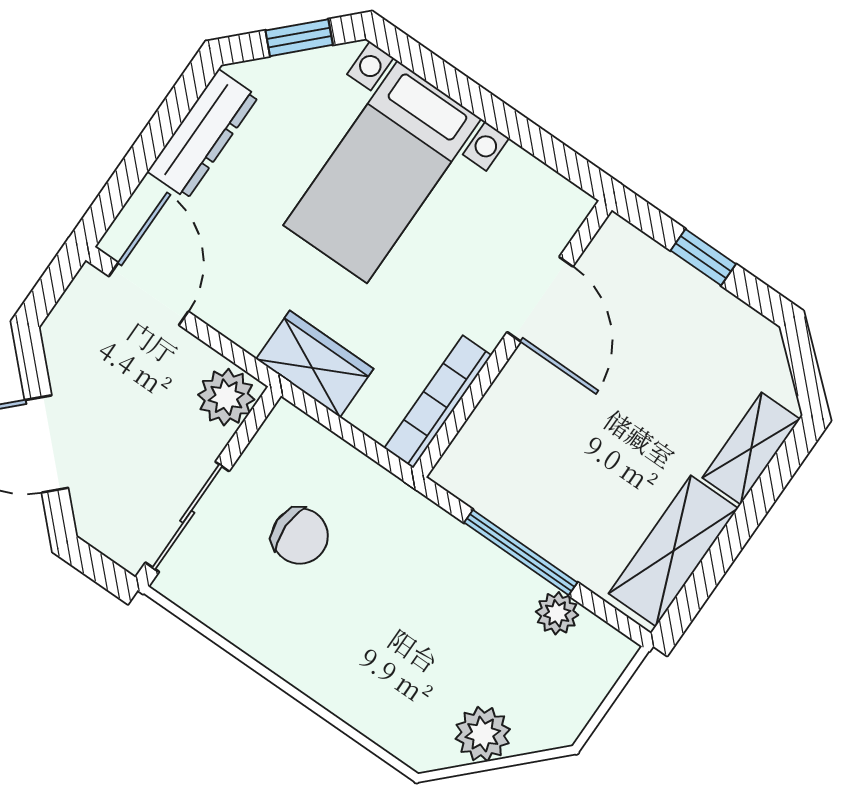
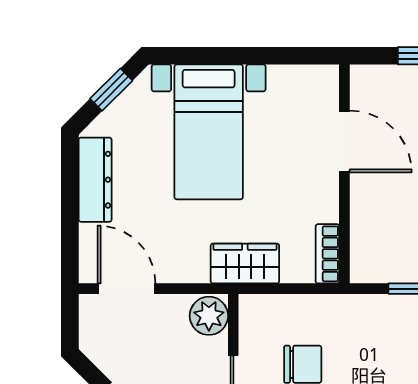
bookcase: (438, 402) -> (327, 254), width x0.64

